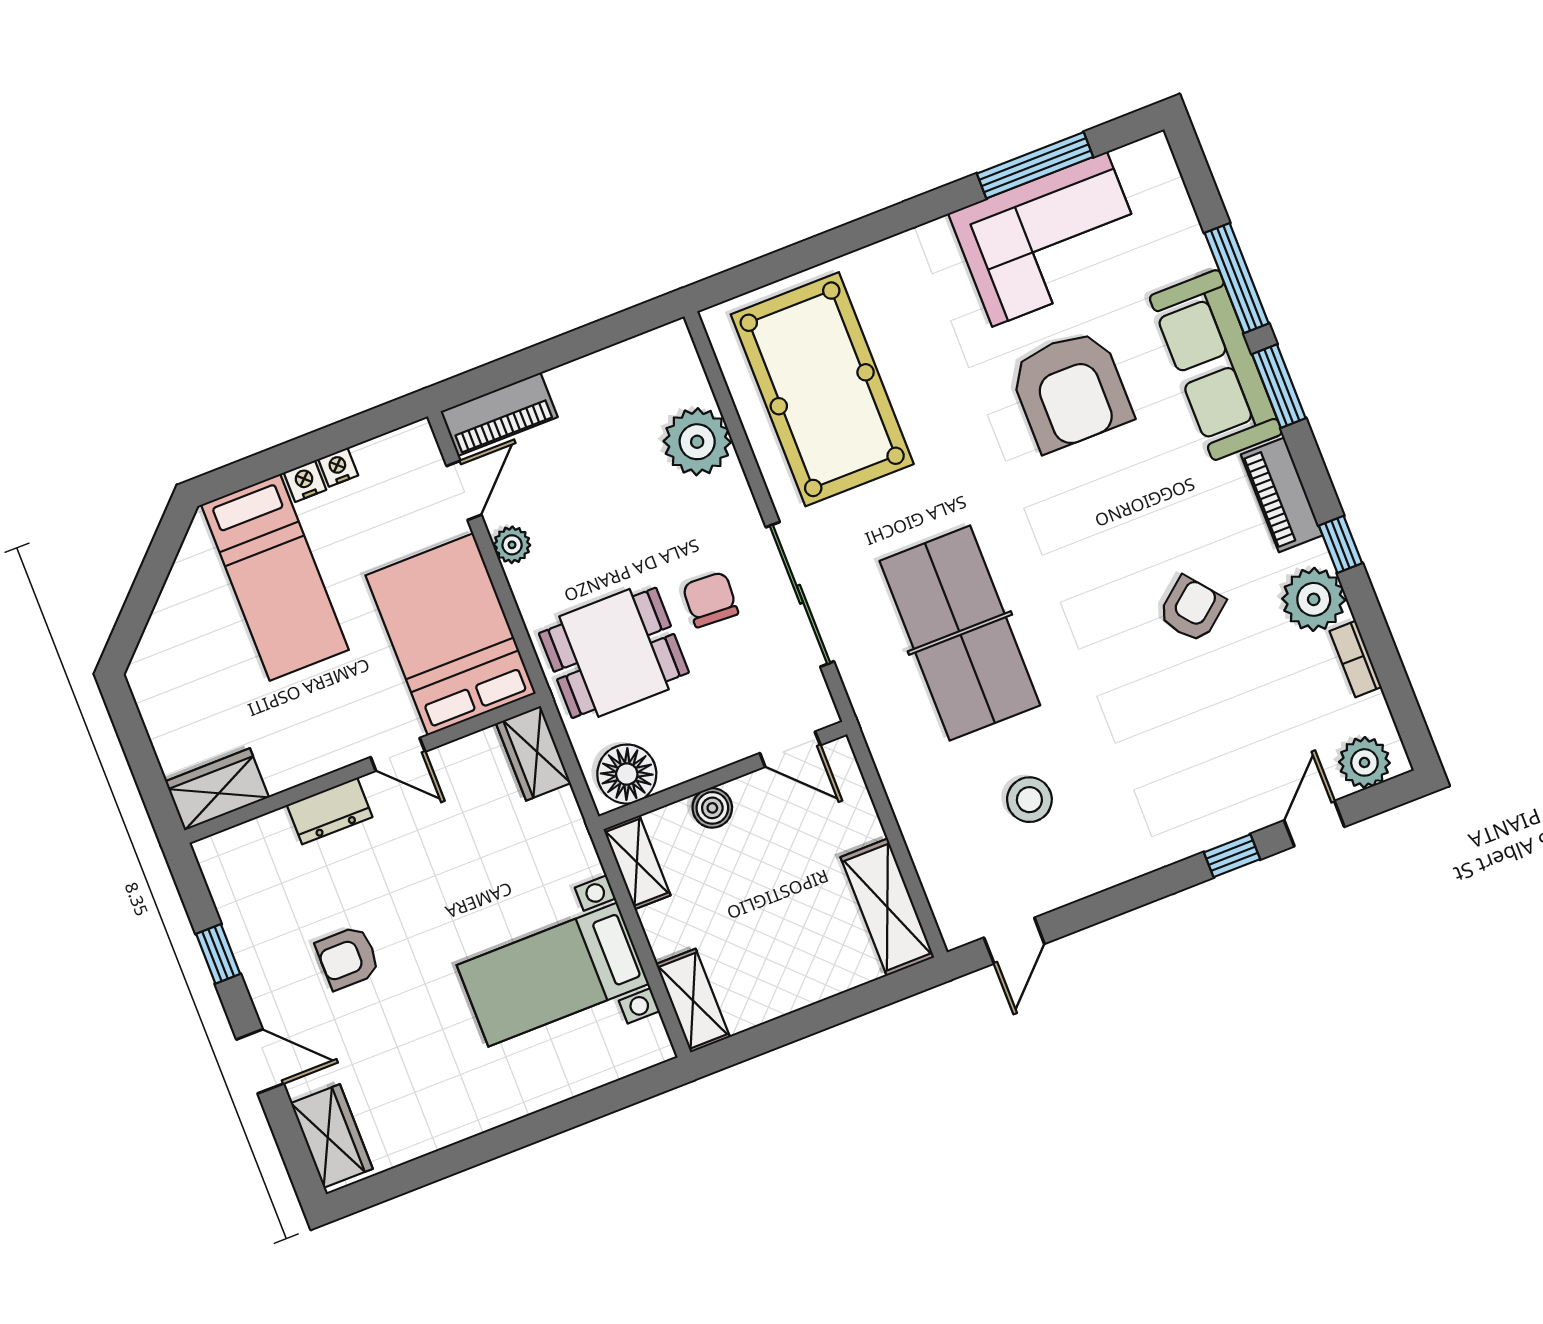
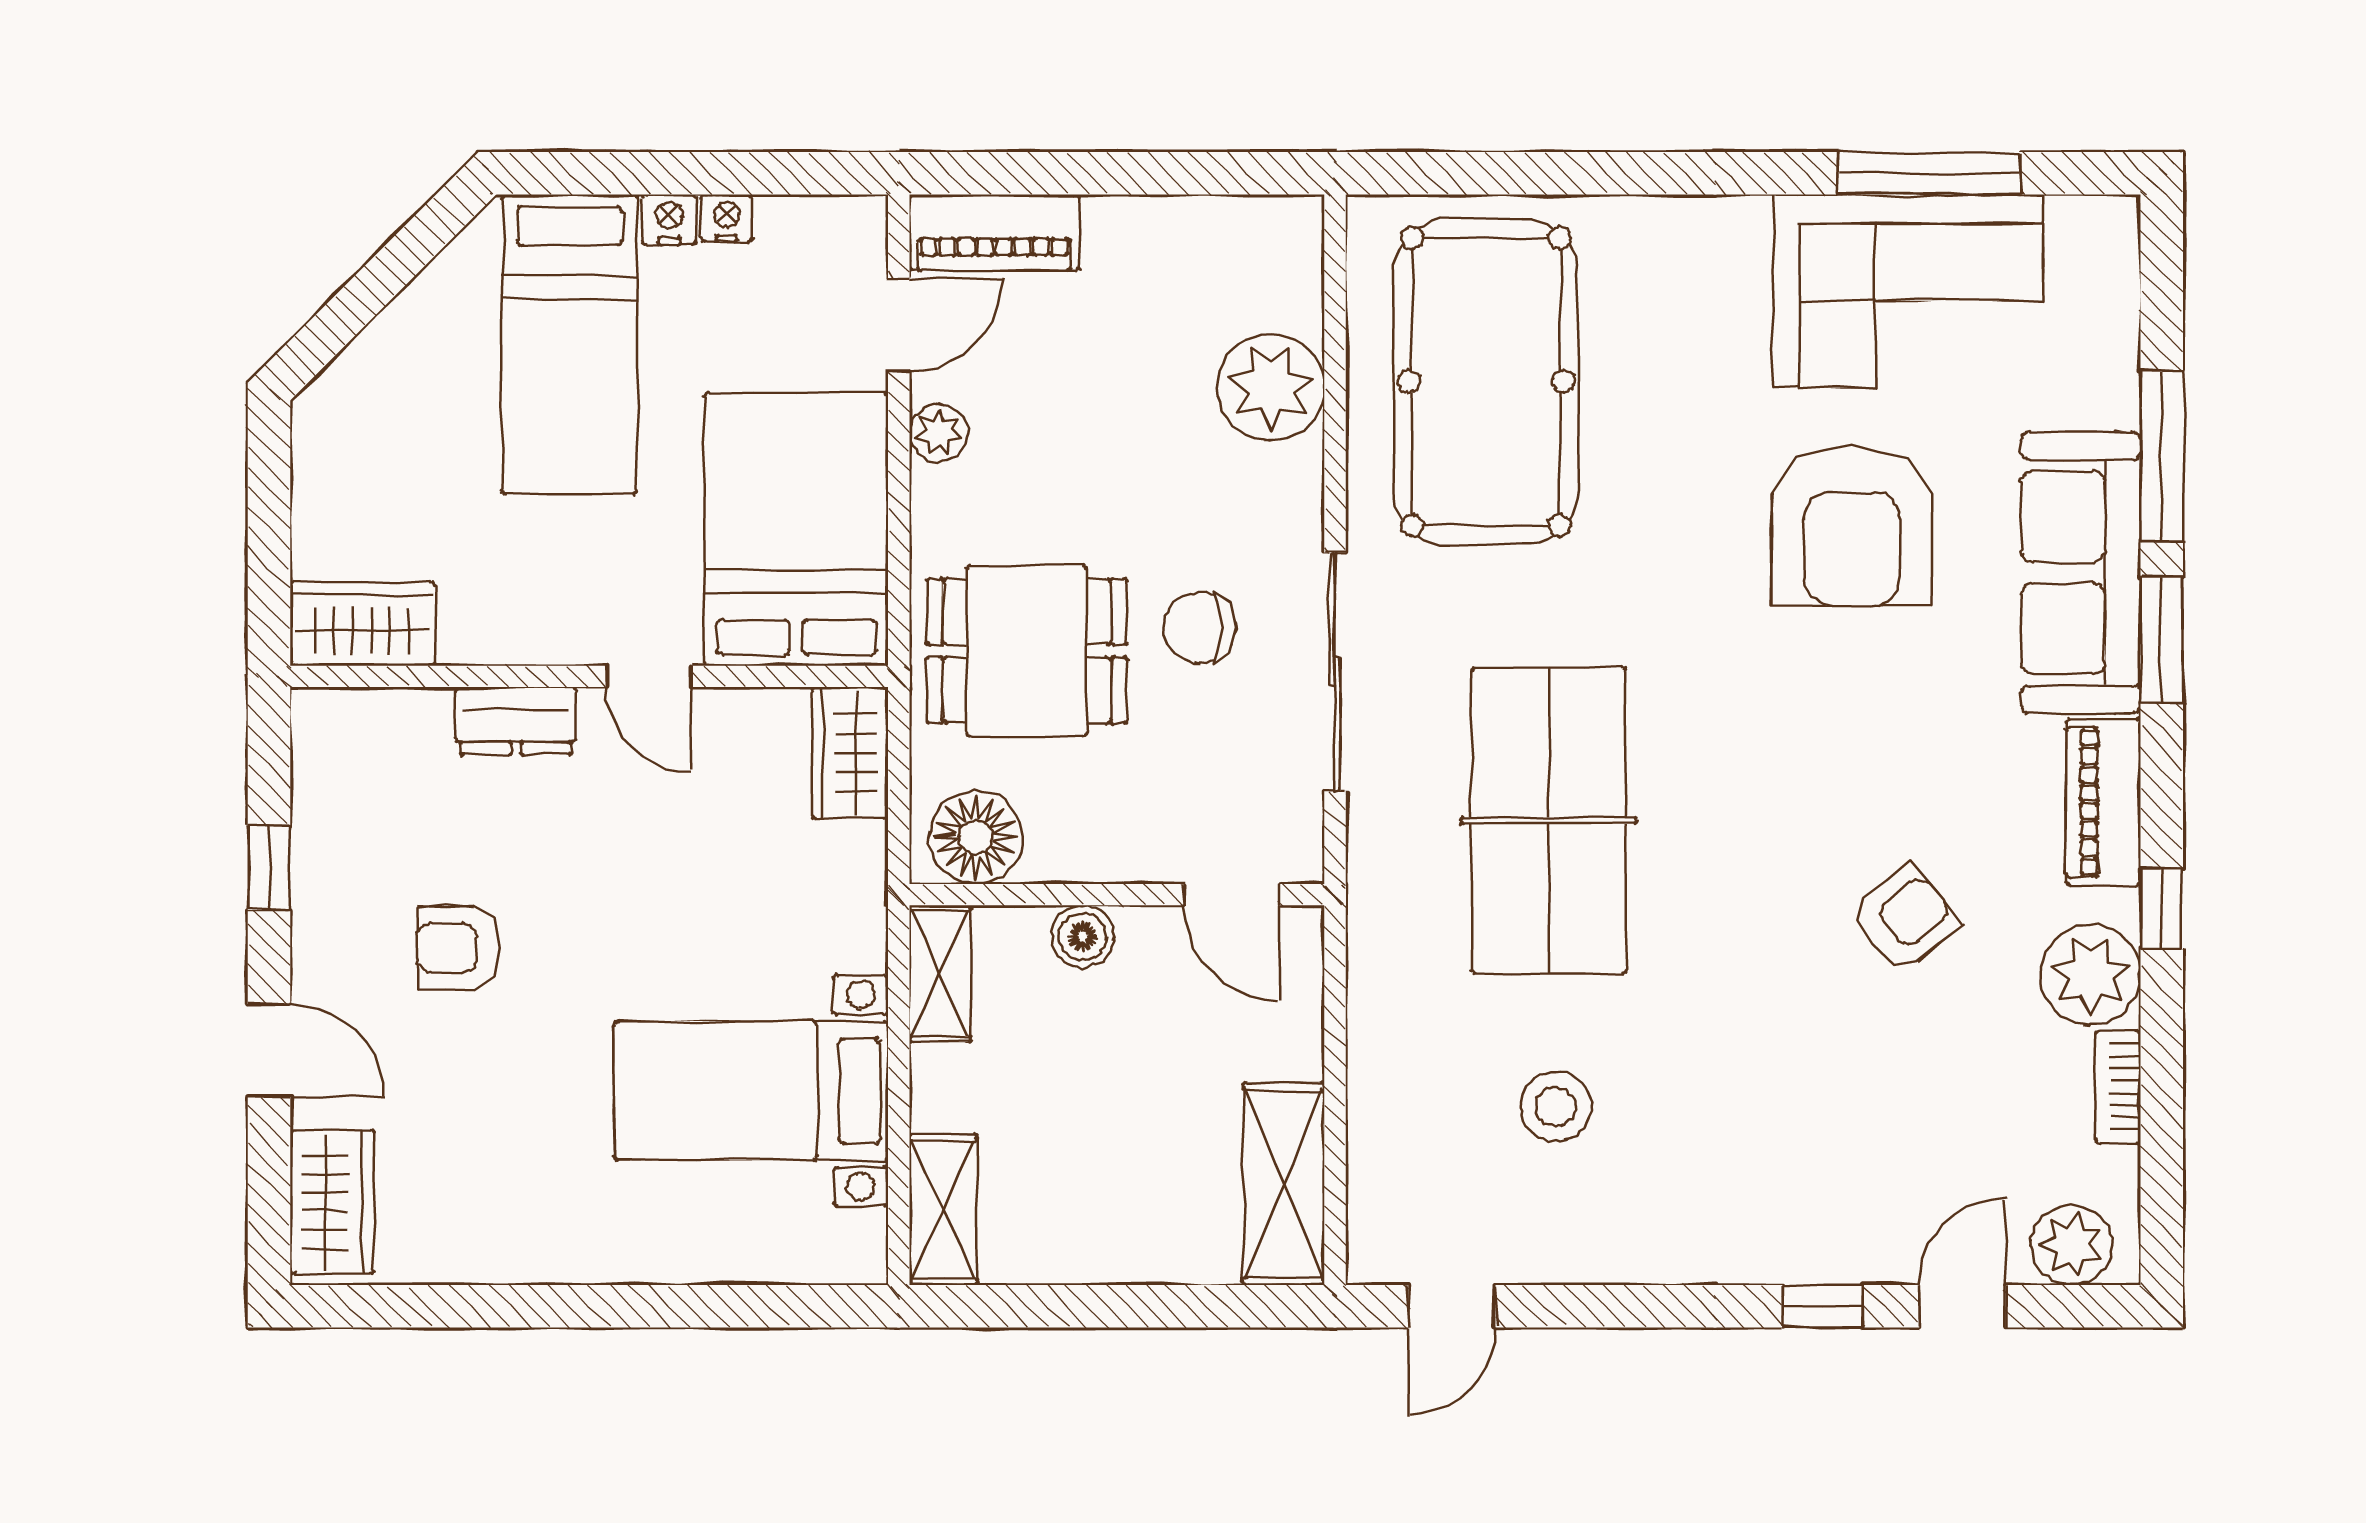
chair: (710, 600) -> (1200, 628), turned -93

